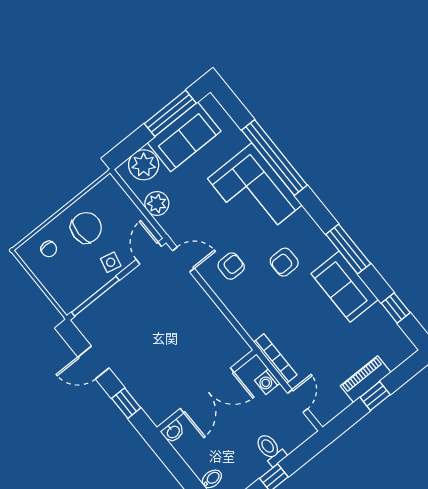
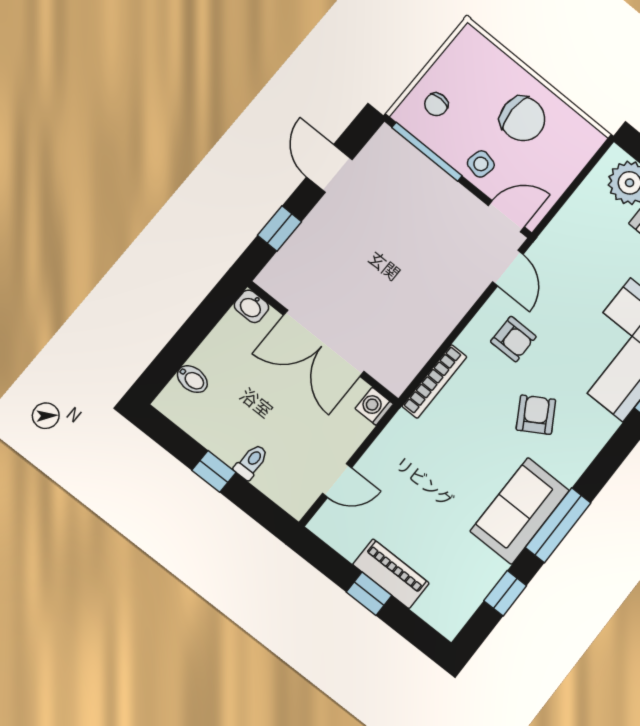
plant: (157, 203) -> (579, 213), removed
chair: (49, 249) -> (436, 104), moved
window: (348, 249) -> (558, 525), moved
armchair: (284, 262) -> (536, 415), turned 59
bookcase: (275, 358) -> (434, 381), moved
washing machine: (267, 382) -> (374, 406), moved
toilet: (270, 449) -> (251, 462), width x0.73, depth x0.72

